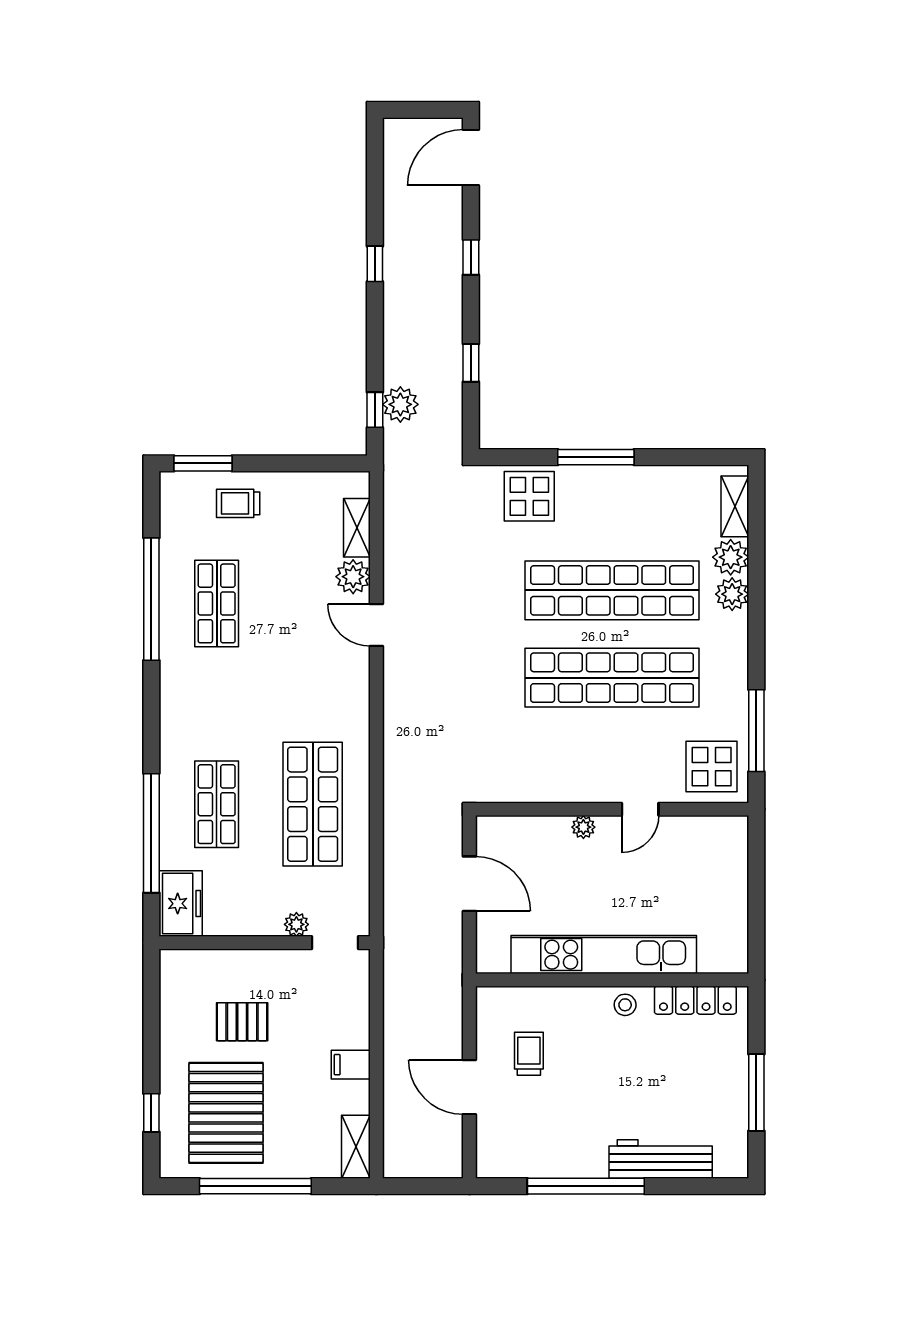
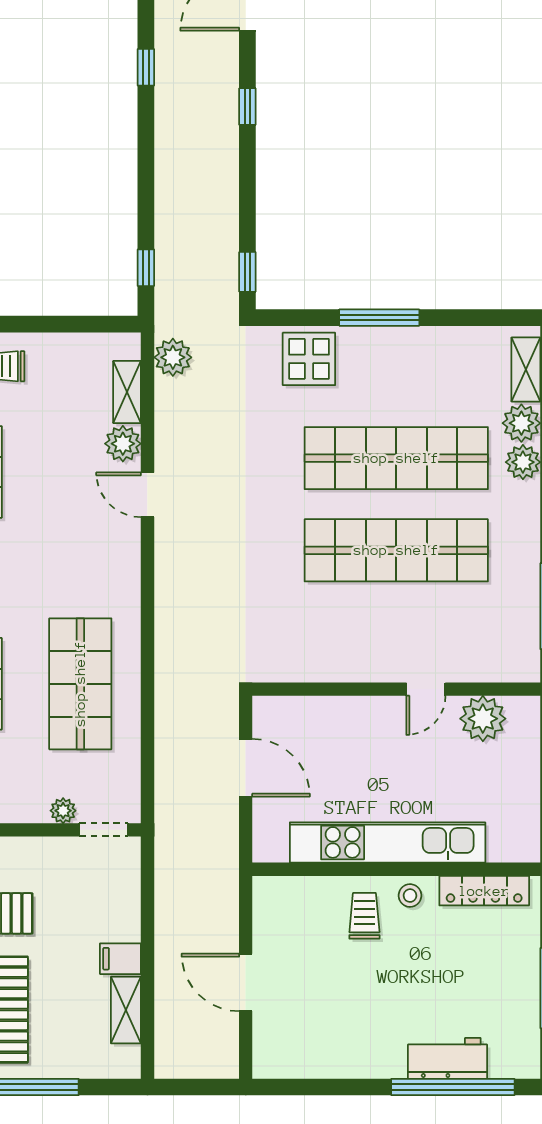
window: (375, 264) -> (146, 67), moved
window: (471, 363) -> (247, 272), moved
plant: (400, 404) -> (173, 357), moved
display table: (712, 767) -> (501, 644), removed
plant: (583, 827) -> (483, 719), moved, width x1.87, depth x1.87
trolley: (529, 1054) -> (364, 916), moved
shelving: (356, 1147) -> (126, 1010), moved
workbench: (661, 1159) -> (447, 1058), width x0.73
window: (586, 1186) -> (453, 1087), moved

